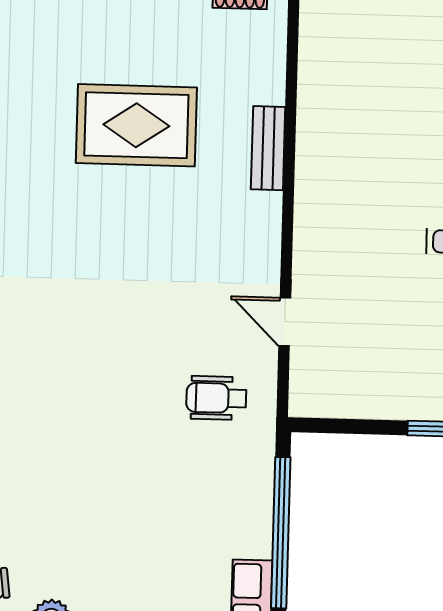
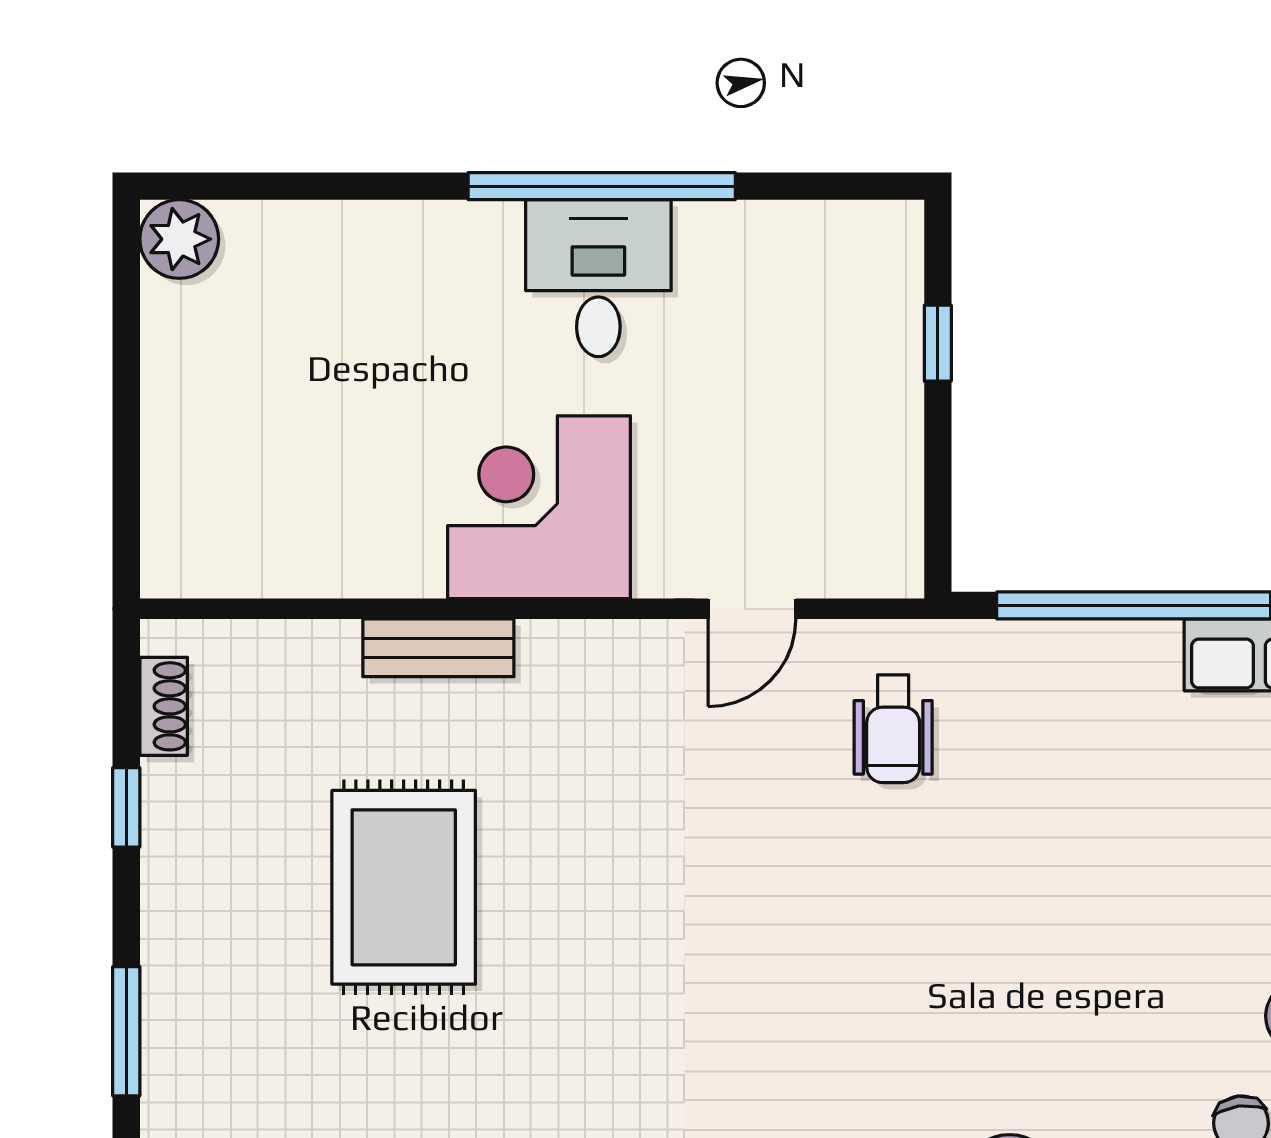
corner desk: (344, 206) -> (539, 507), added

